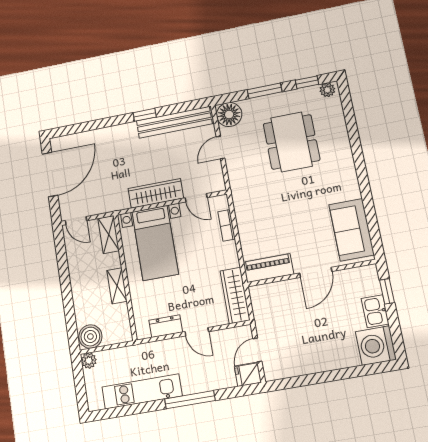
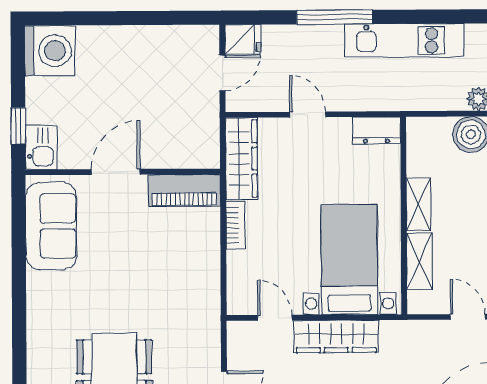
bookcase: (227, 225) -> (235, 225), moved
shelving: (109, 234) -> (420, 261), moved
kitchen sink: (375, 311) -> (41, 147), moved
dresser: (166, 326) -> (376, 130), moved

